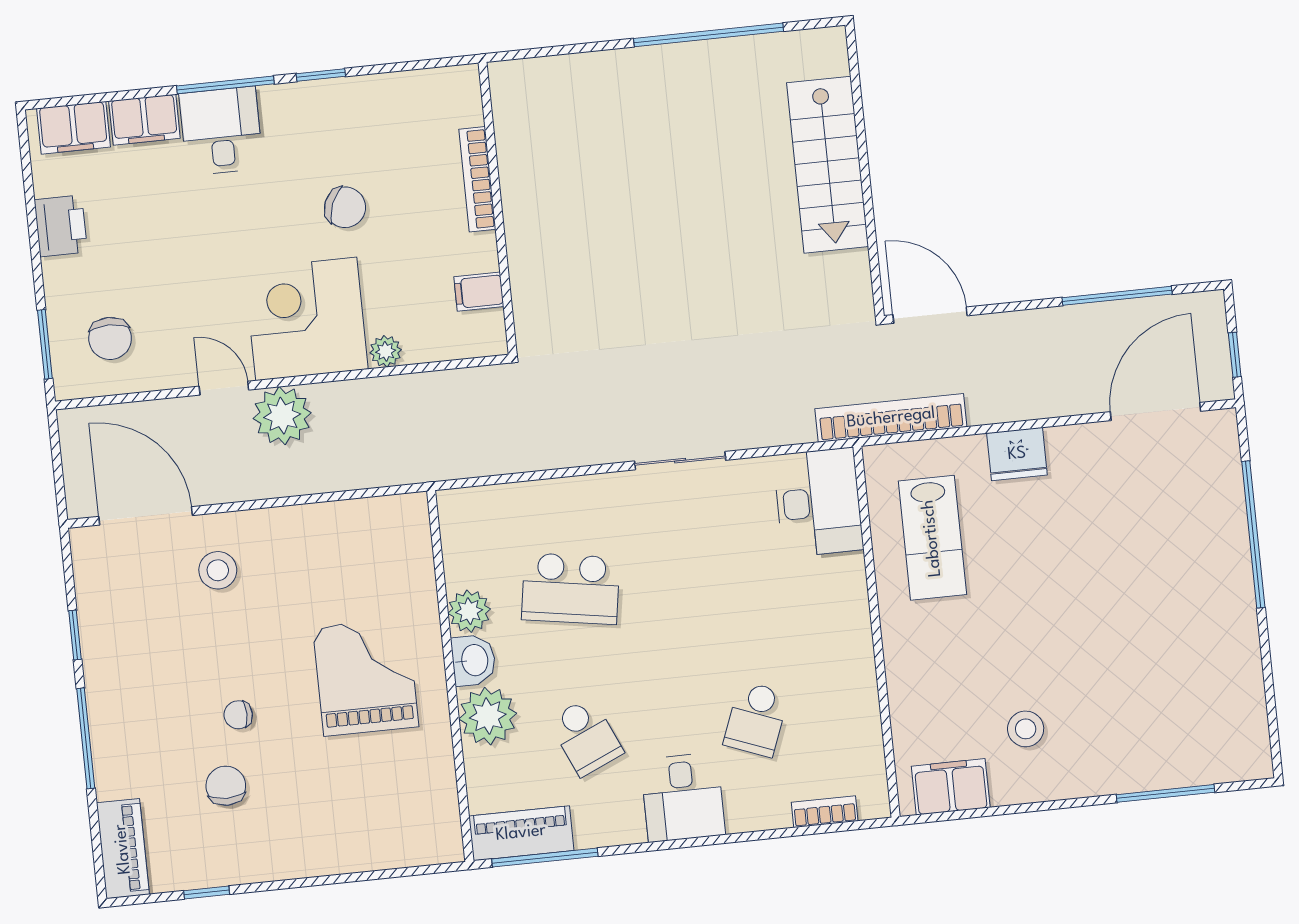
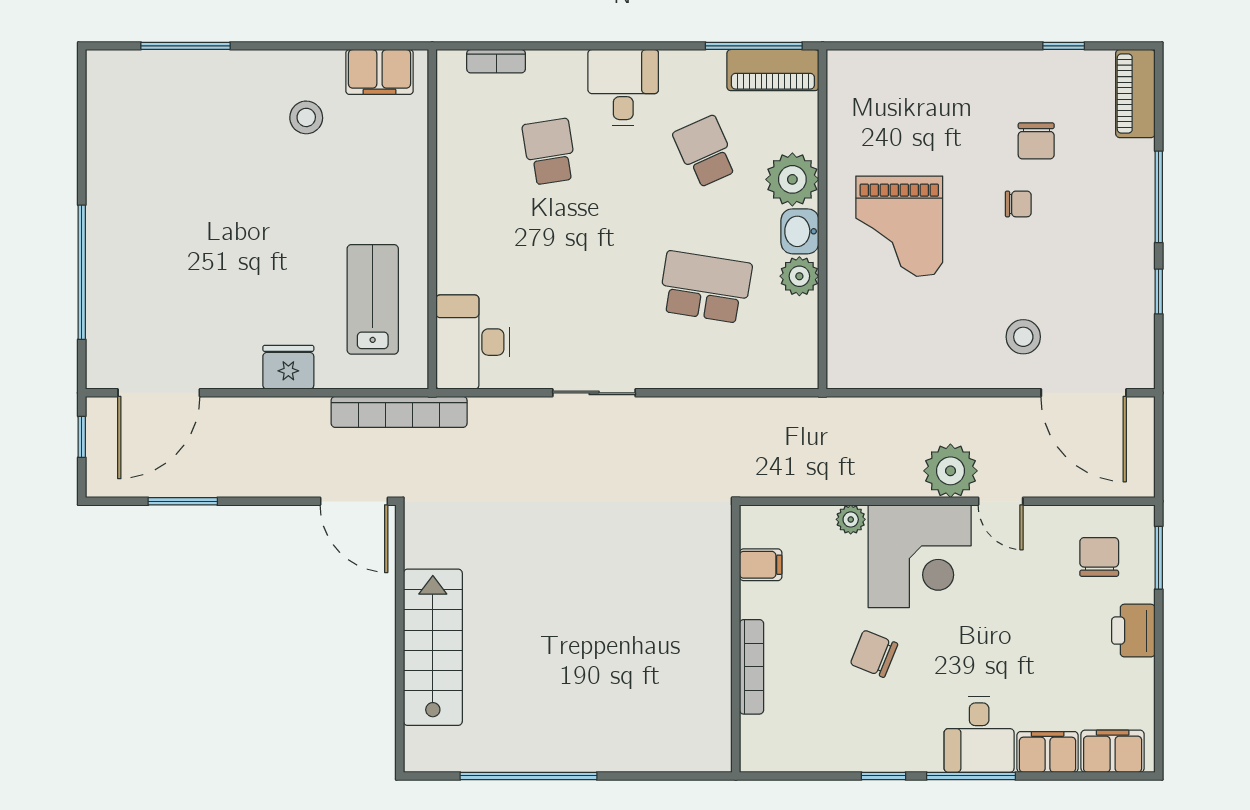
printer: (61, 226) -> (1133, 631), moved
window: (1117, 296) -> (183, 501), width x0.69
school desk: (756, 719) -> (550, 152), turned -30

